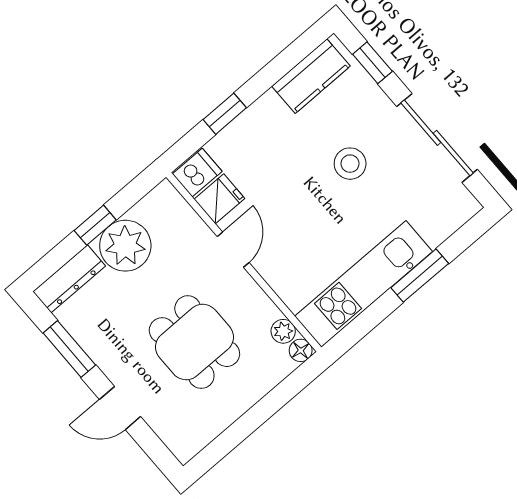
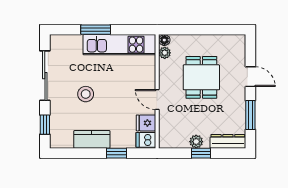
kitchen counter: (311, 76) -> (92, 139), moved
plant: (125, 246) -> (196, 142), width x0.53, depth x0.53
door: (233, 250) -> (157, 100), hinge flipped

